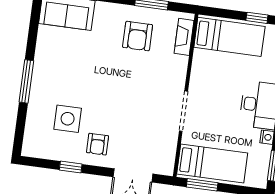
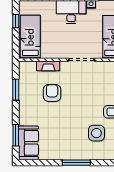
armchair: (138, 36) -> (52, 93), moved, turned -90
fireplace: (184, 37) -> (48, 66), moved

